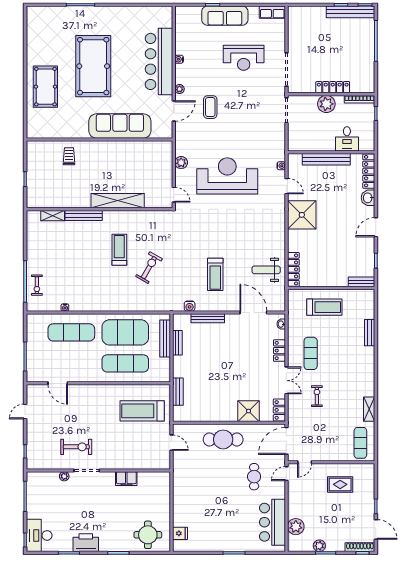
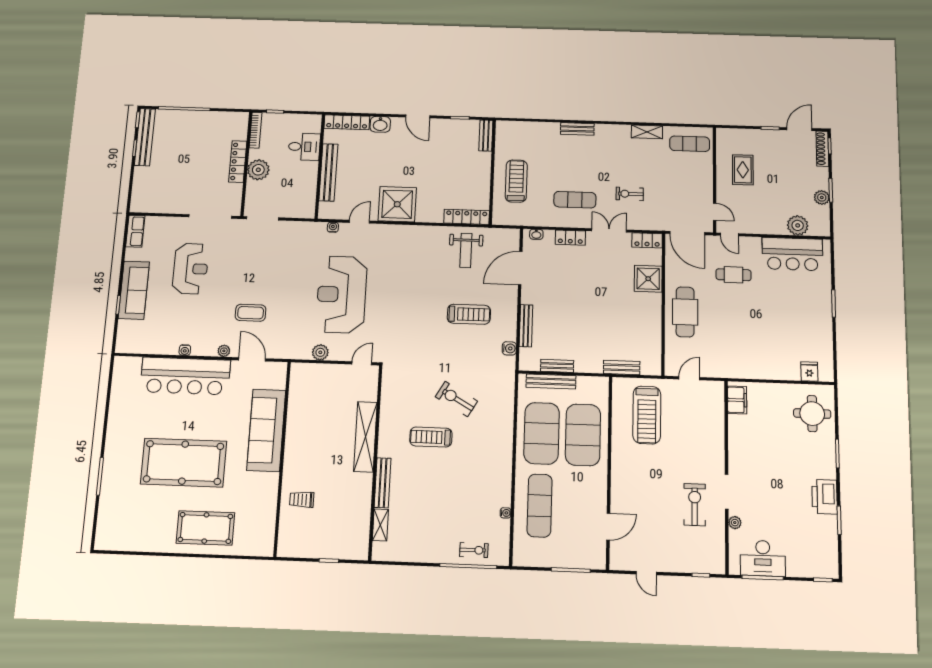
bench: (370, 333) -> (577, 129), moved
exercise mat: (125, 363) -> (583, 435), width x1.47
filing cabinet: (126, 479) -> (737, 400), moved
desk: (39, 535) -> (763, 558), moved

